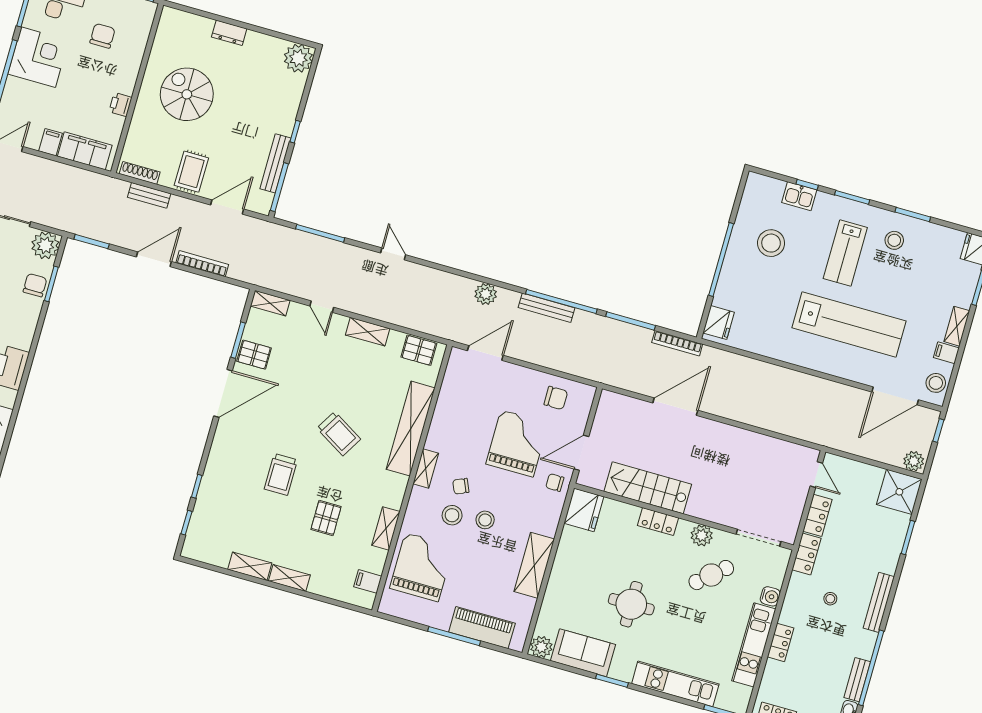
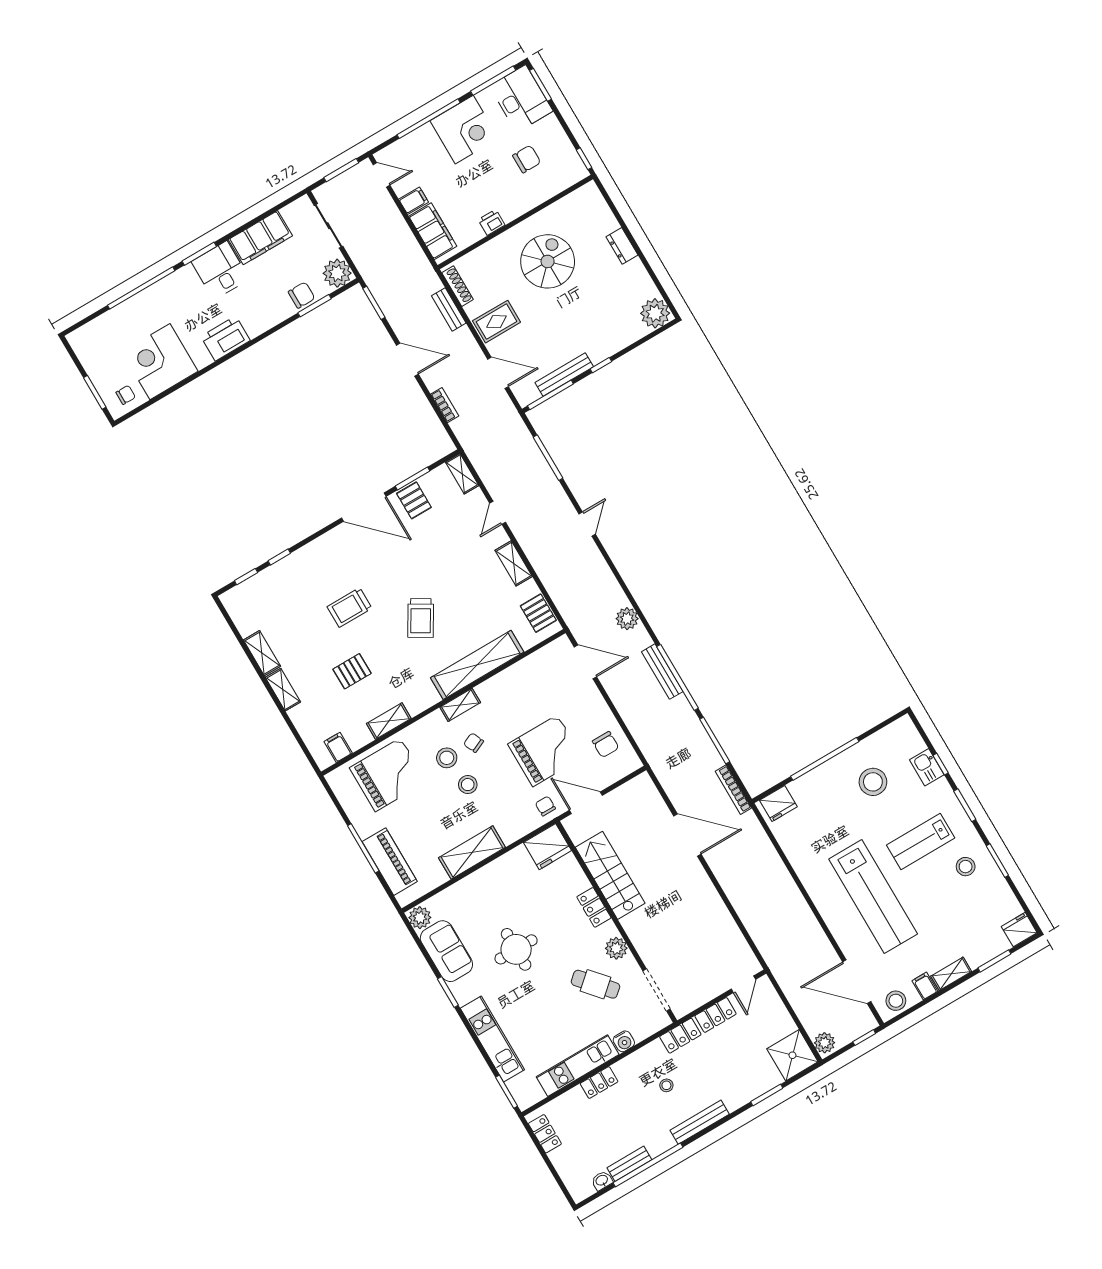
bookcase: (202, 264) -> (445, 405), width x0.64

